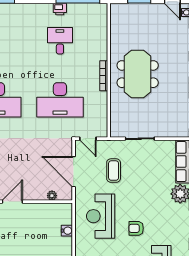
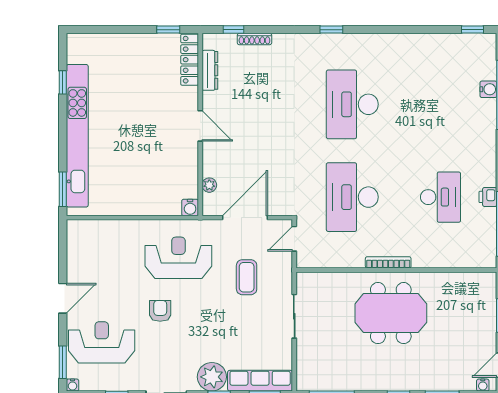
desk: (60, 41) -> (441, 197), width x1.37
coffee table: (114, 171) -> (247, 277), turned 90
water cooler: (67, 231) -> (190, 207), moved

